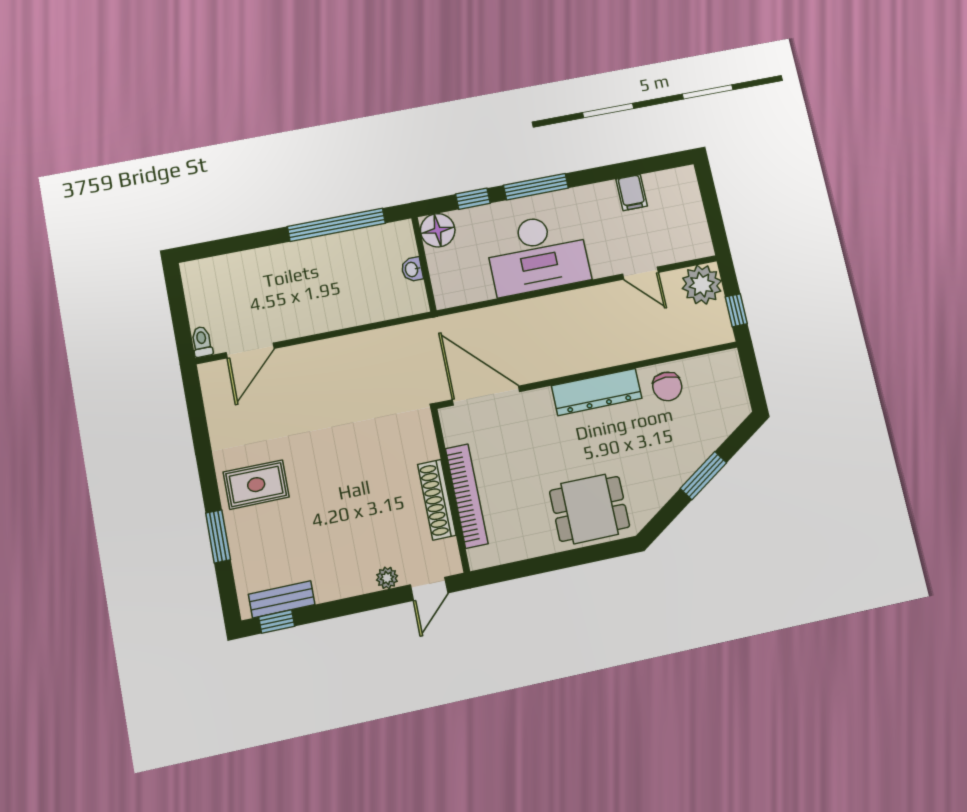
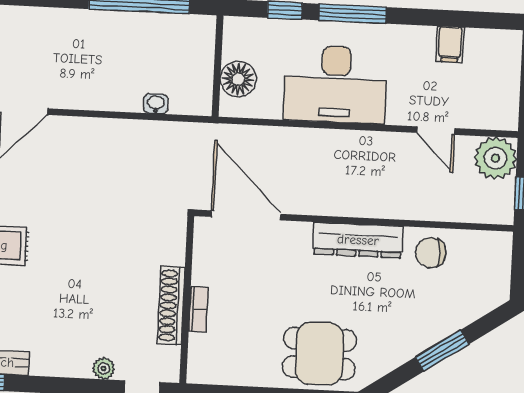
floor lamp: (438, 230) -> (238, 79), moved
washbasin: (412, 269) -> (156, 104), moved, turned 90
chair: (667, 386) -> (431, 253), turned 90
bookcase: (467, 496) -> (199, 309), width x0.43, depth x0.76

